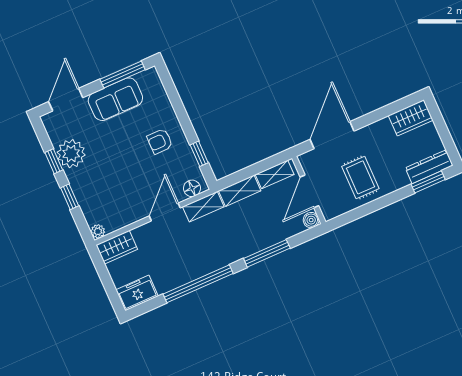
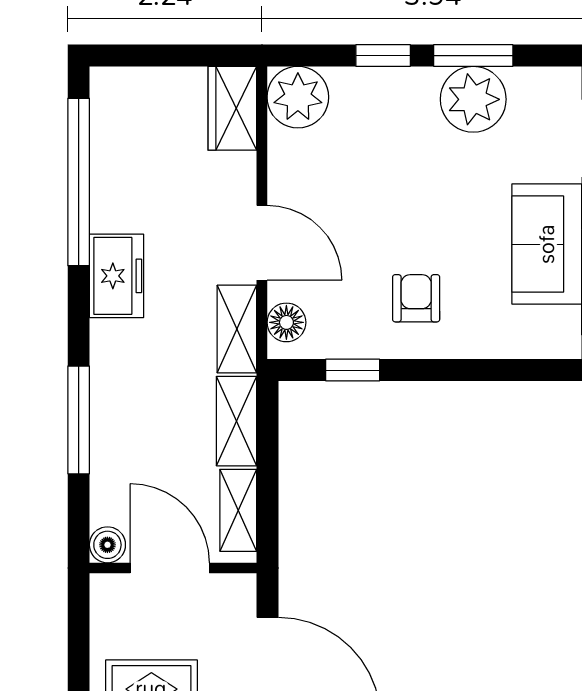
window: (54, 161) -> (473, 56), width x1.50
plant: (98, 231) -> (298, 97), width x1.88, depth x1.88
window: (198, 284) -> (79, 182), moved
freezer: (137, 293) -> (117, 276), moved

